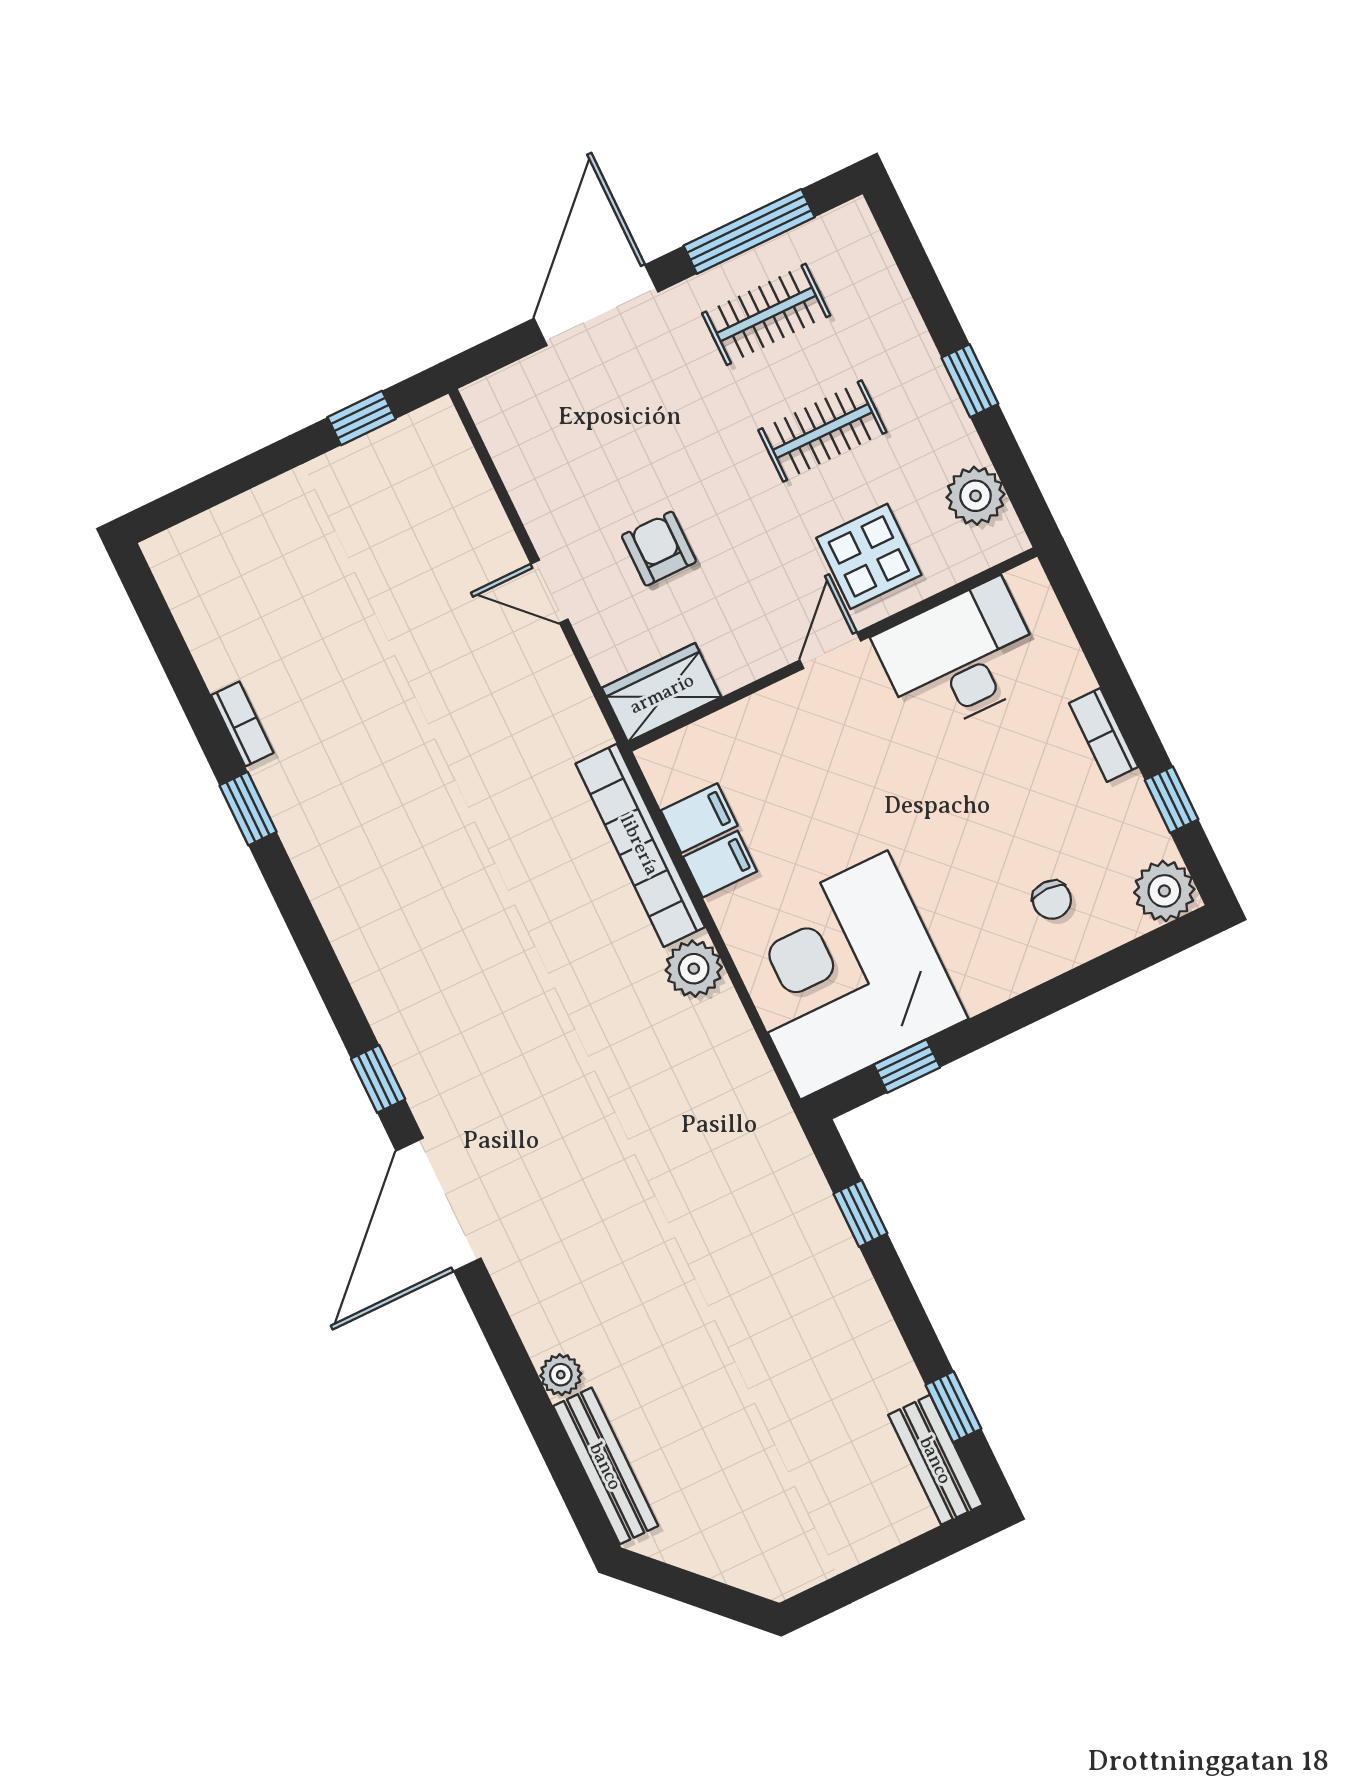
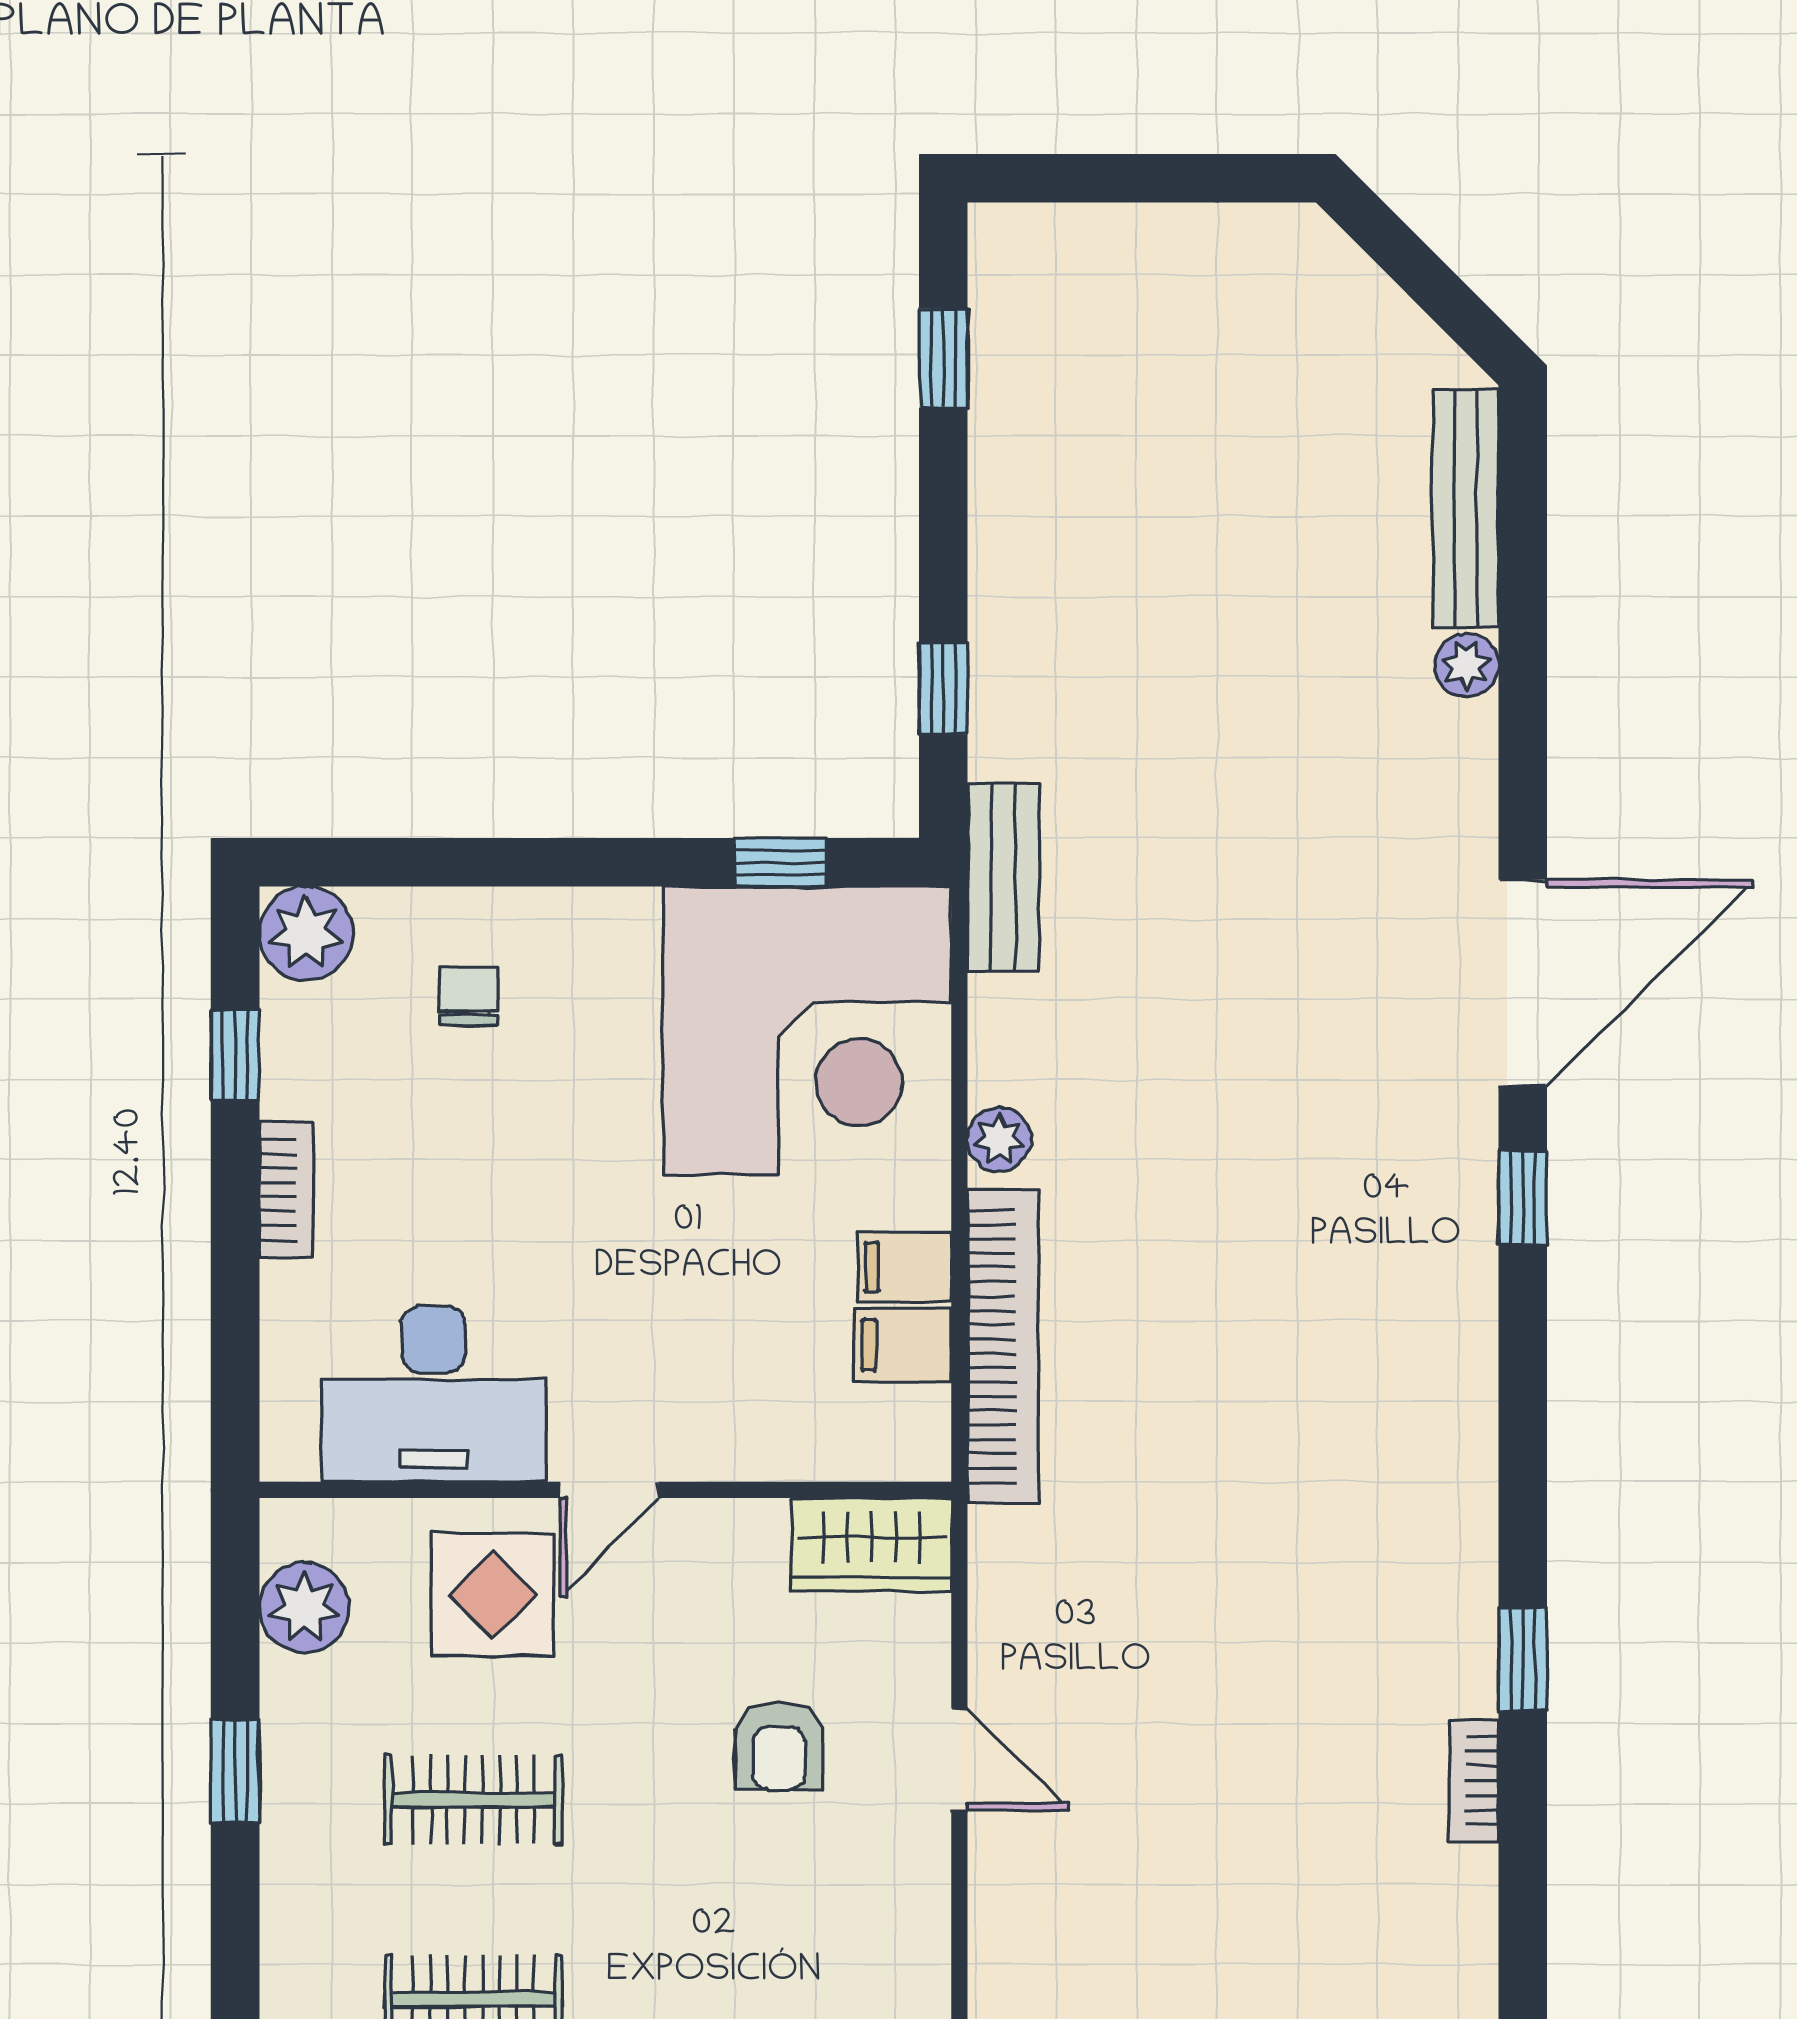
plant: (694, 969) -> (999, 1140), width x0.73, depth x0.73
bench: (936, 1460) -> (1003, 877), moved

